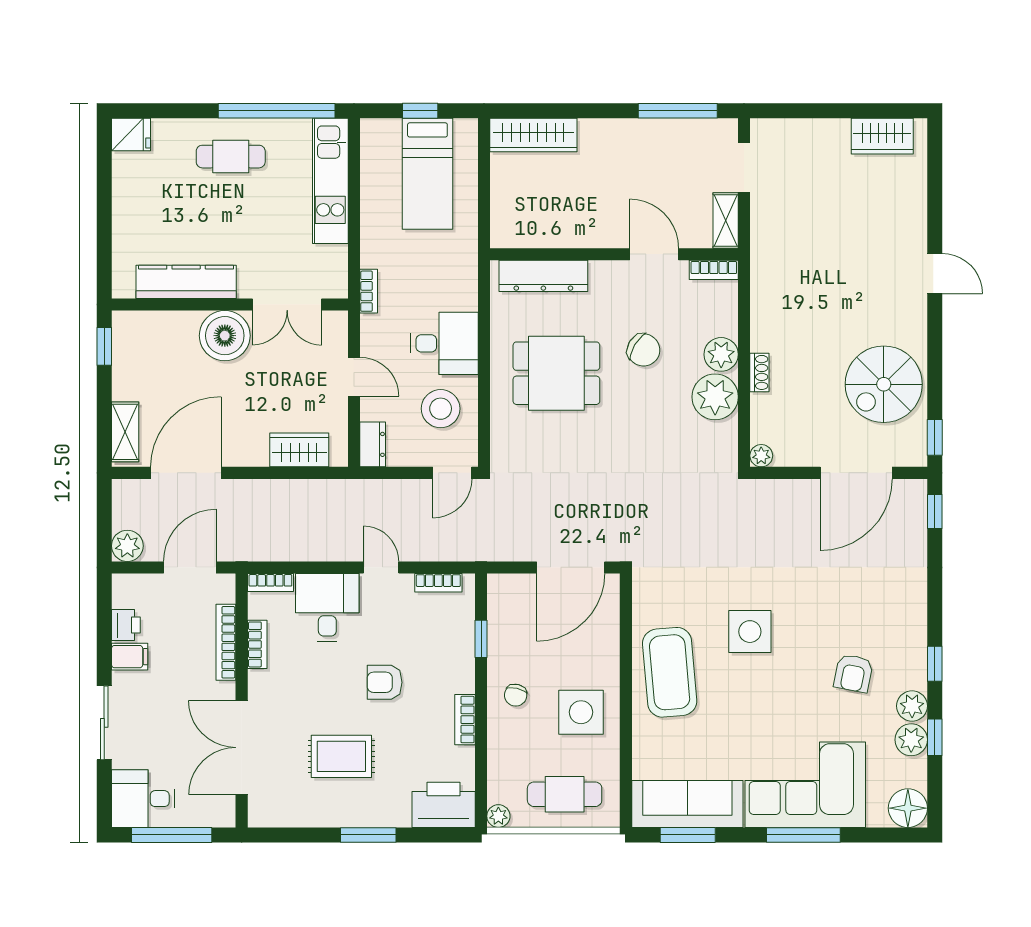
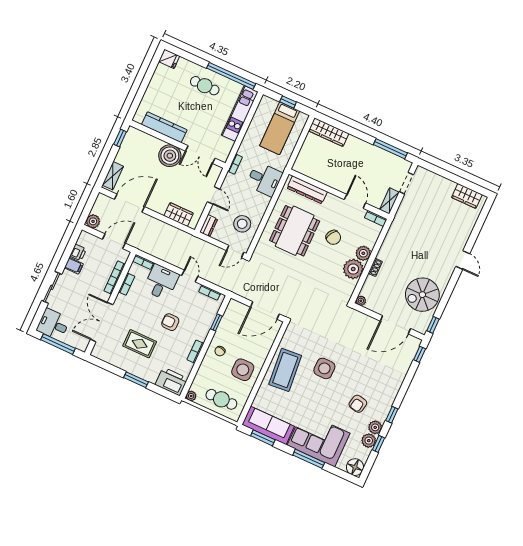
desk: (444, 343) -> (264, 179), moved
dining table: (556, 373) -> (295, 231), width x1.38

